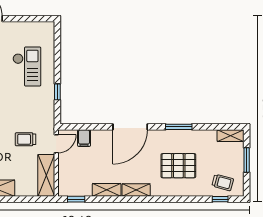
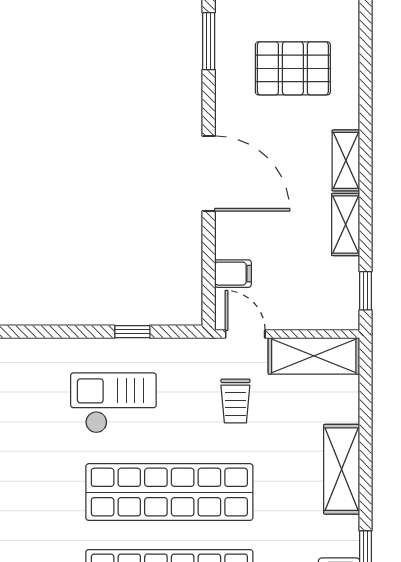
checkout: (27, 67) -> (113, 403), moved
window: (179, 127) -> (209, 41), moved
pallet: (178, 166) -> (293, 68), turned 90

